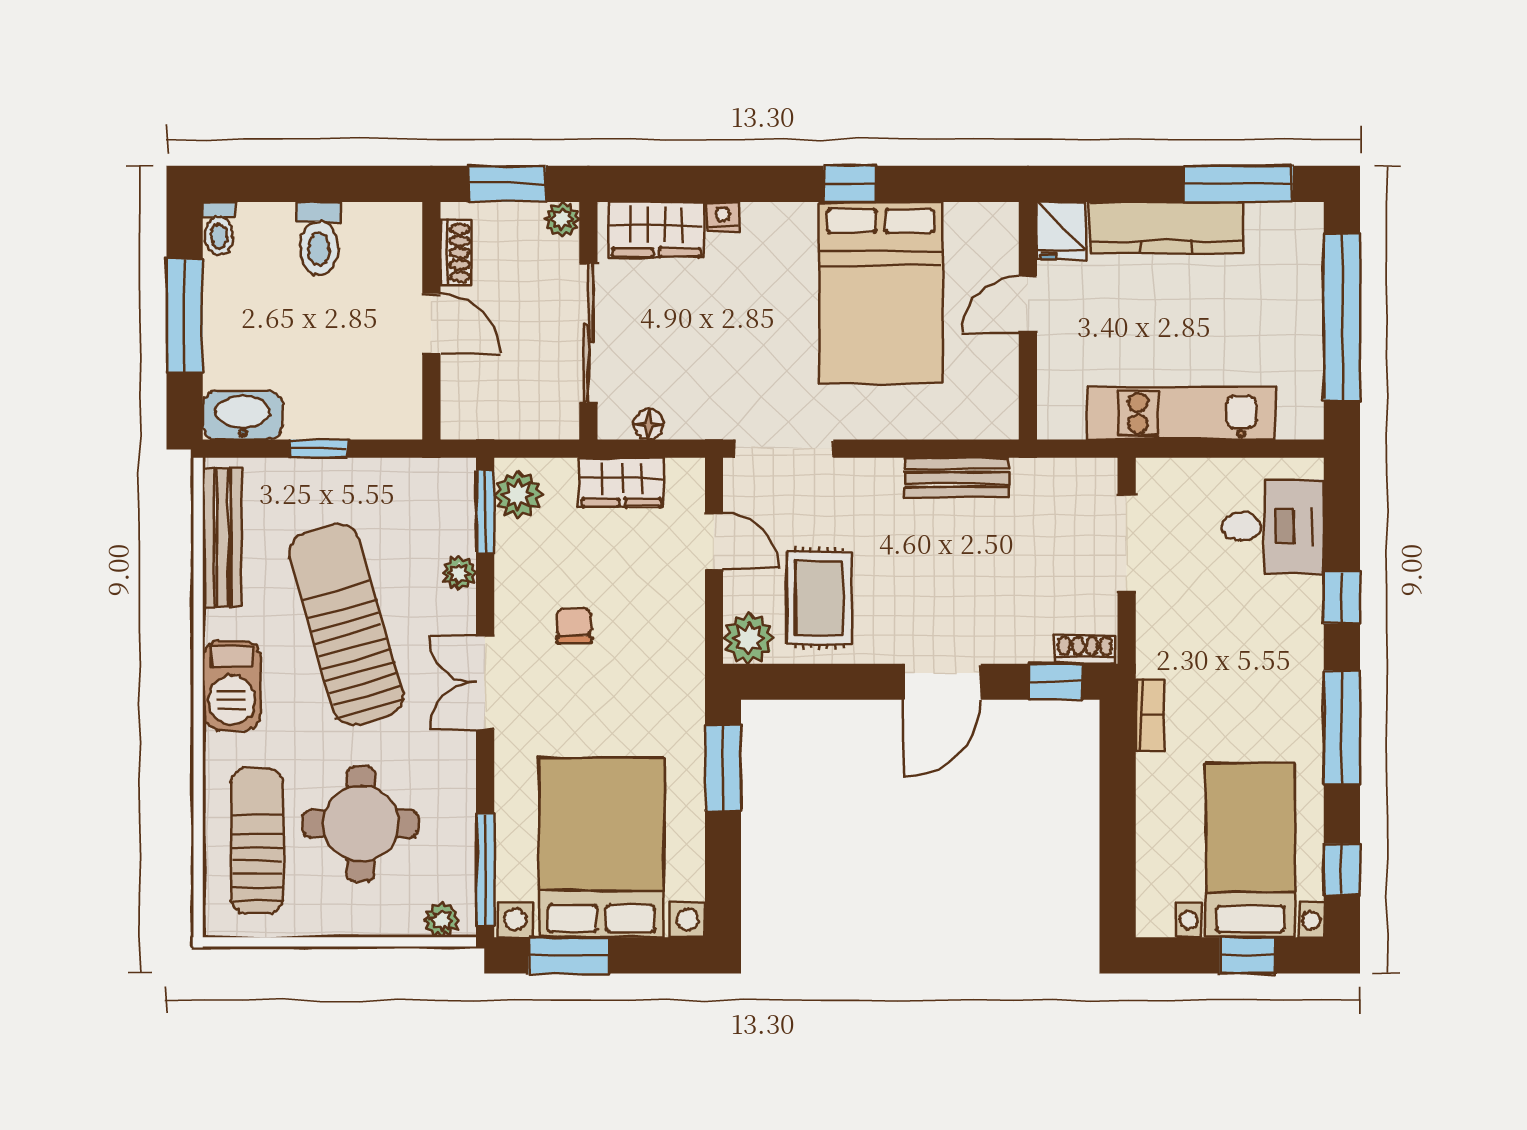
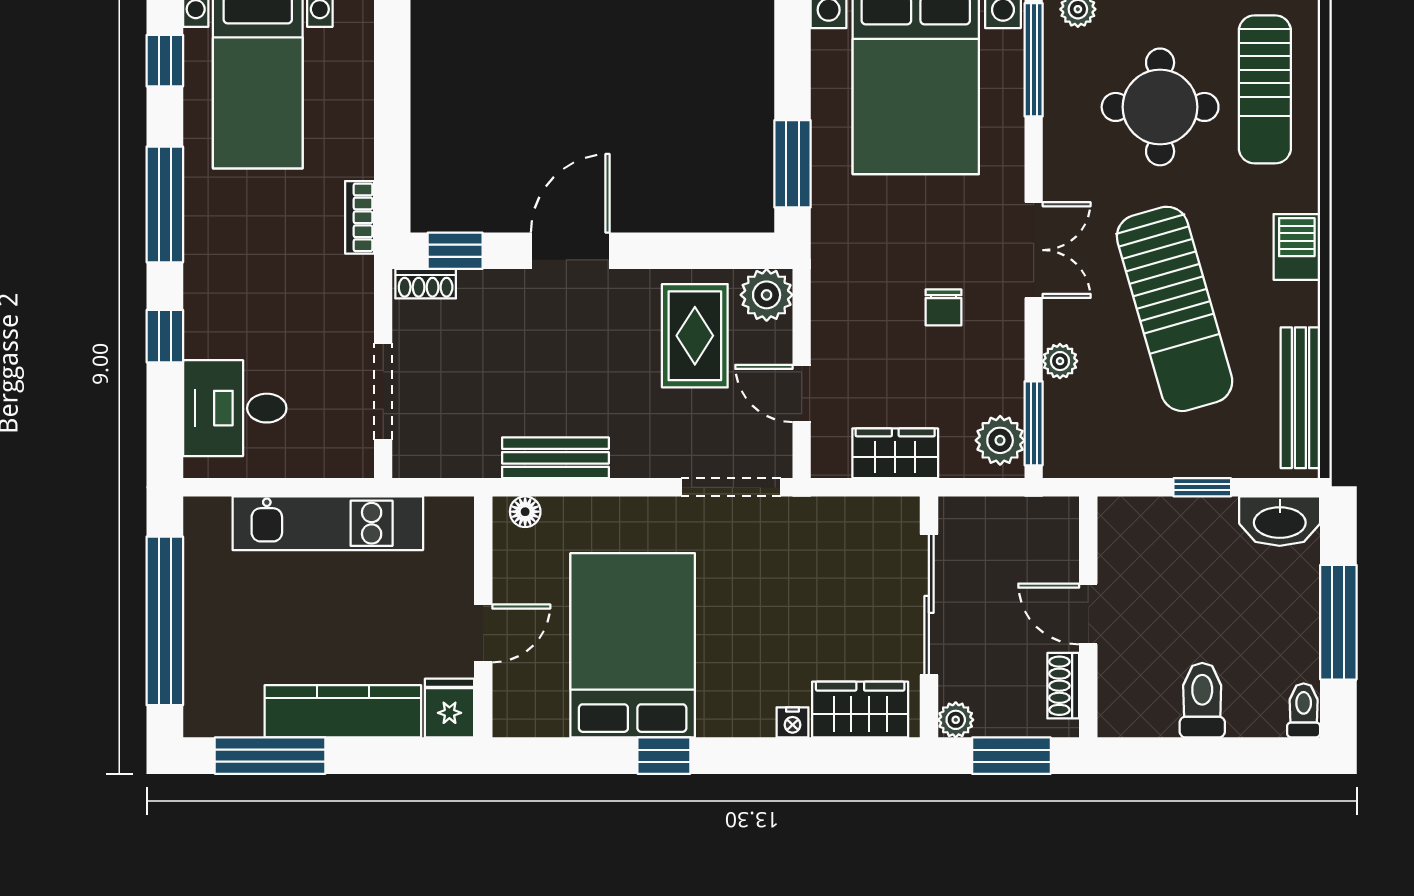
floor lamp: (649, 424) -> (525, 512), moved
barbecue: (232, 686) -> (1297, 247), width x0.73, depth x0.79

